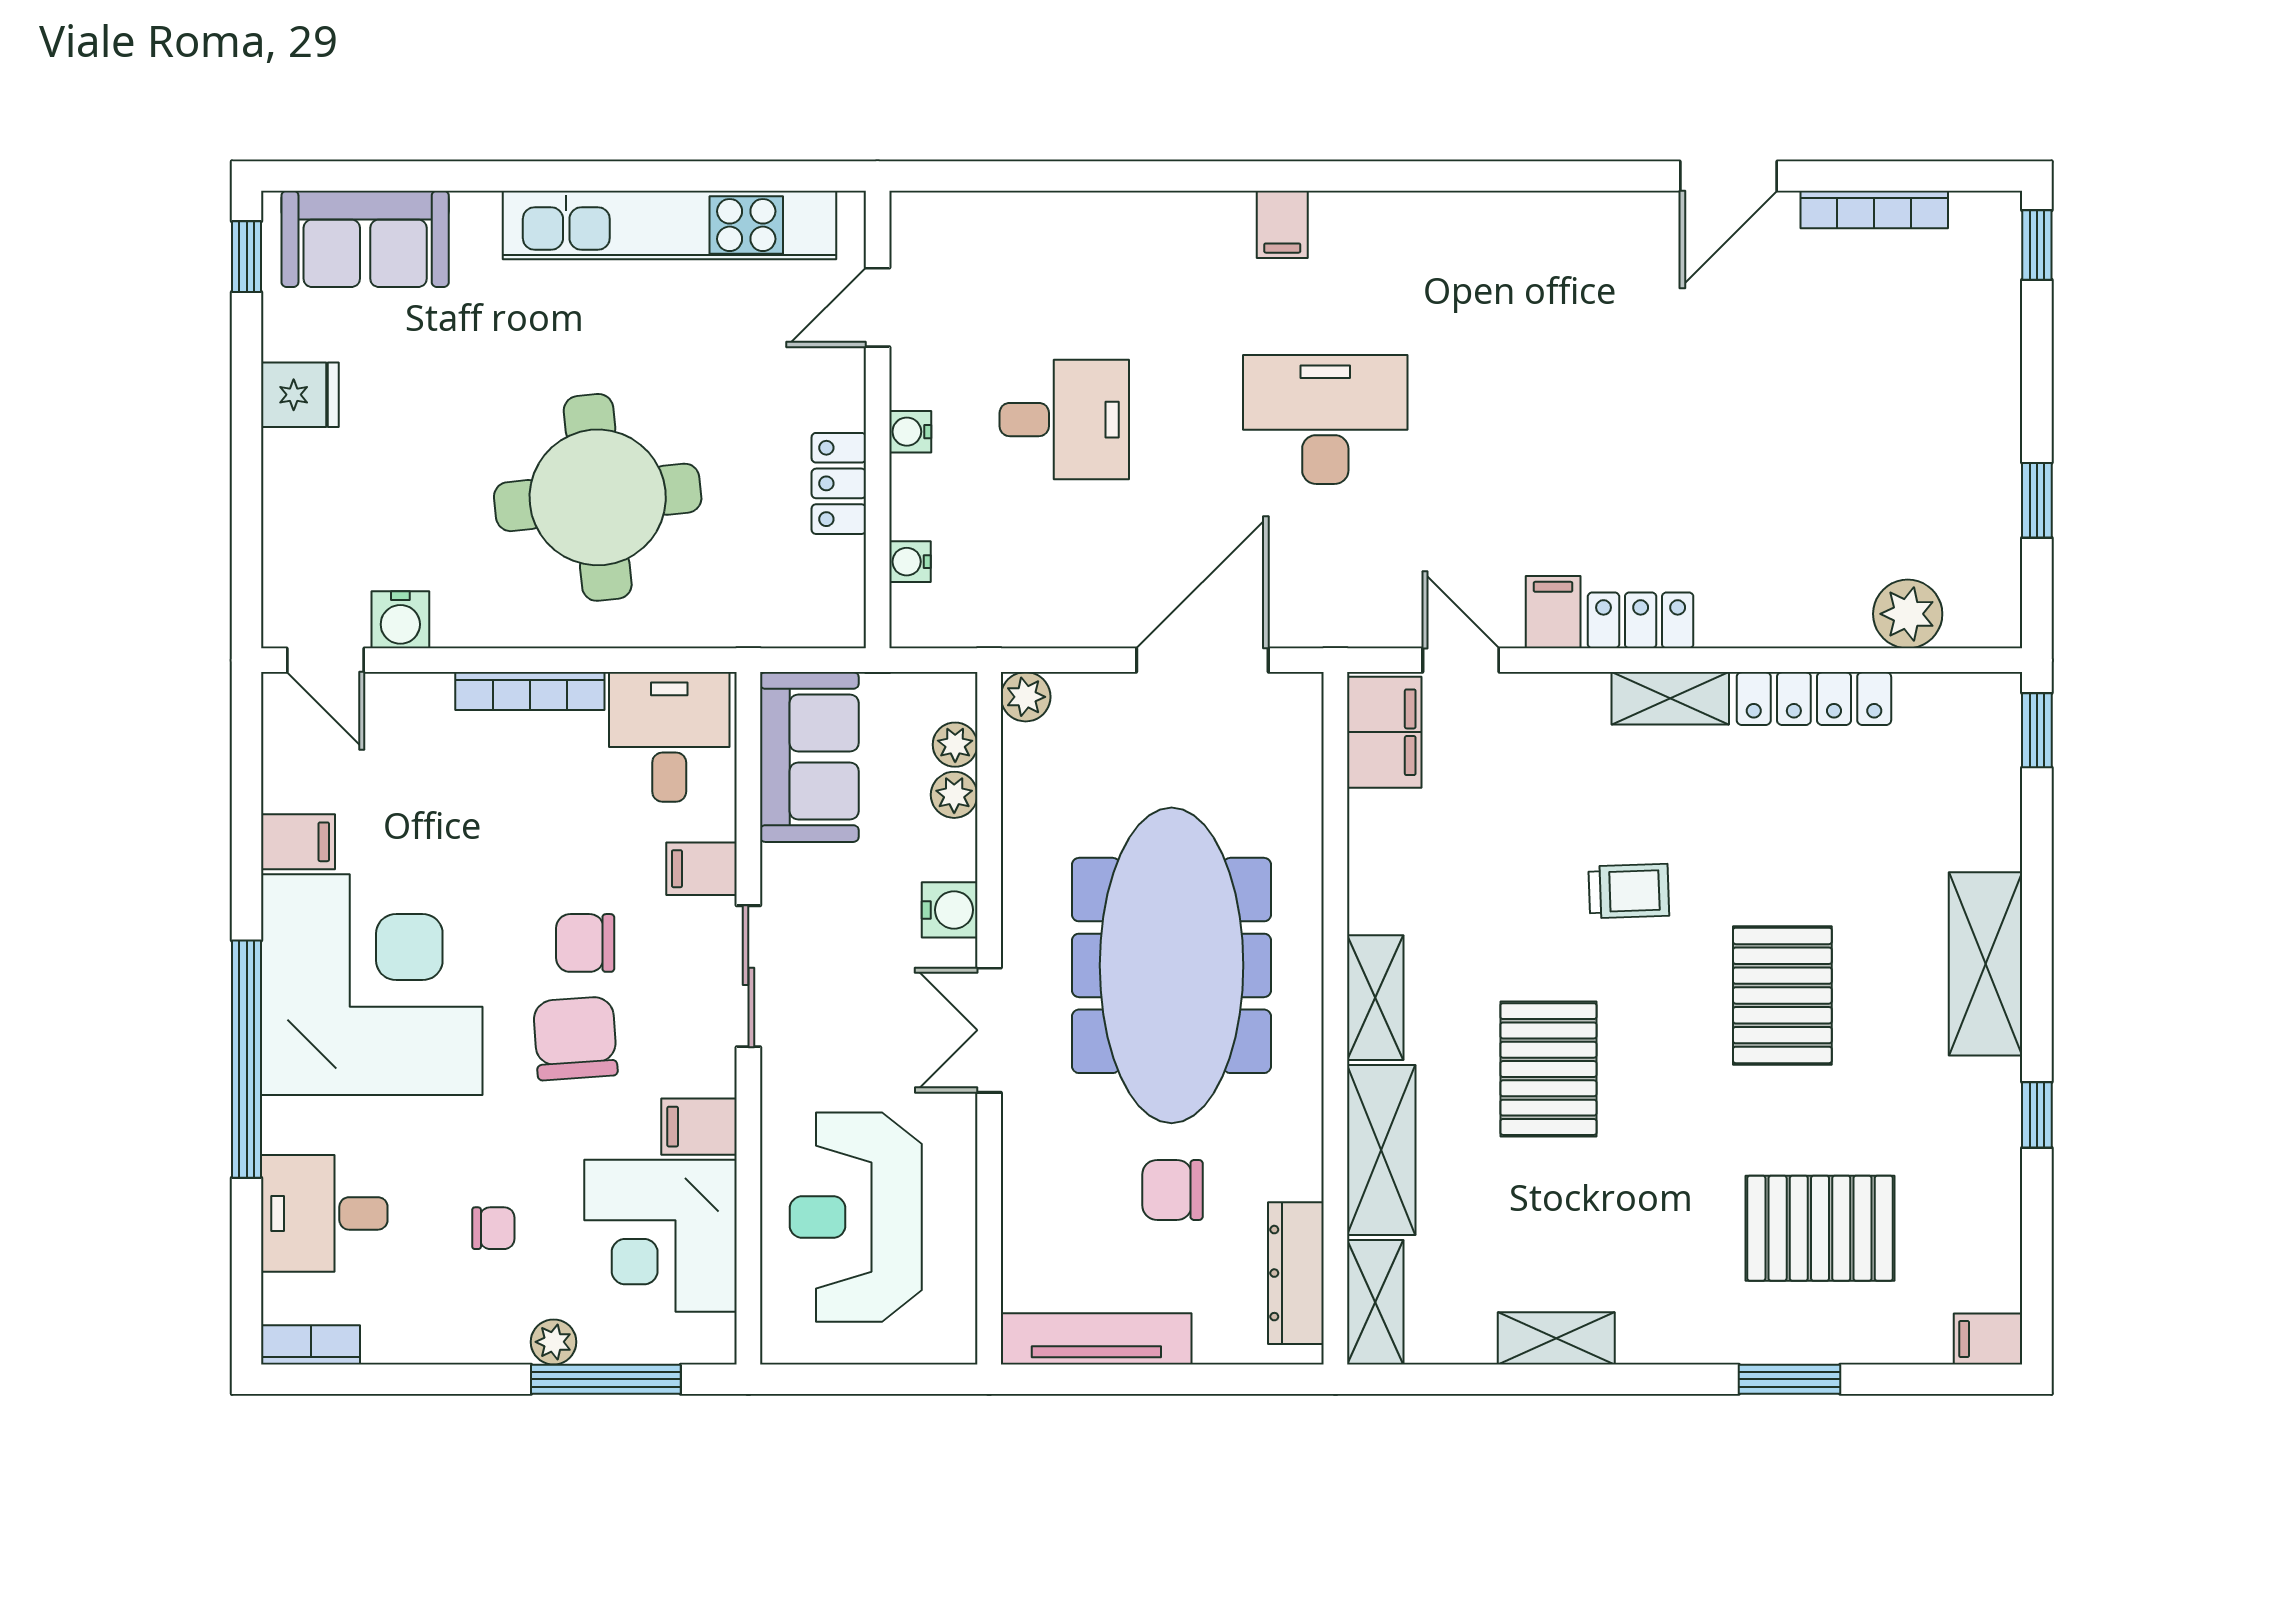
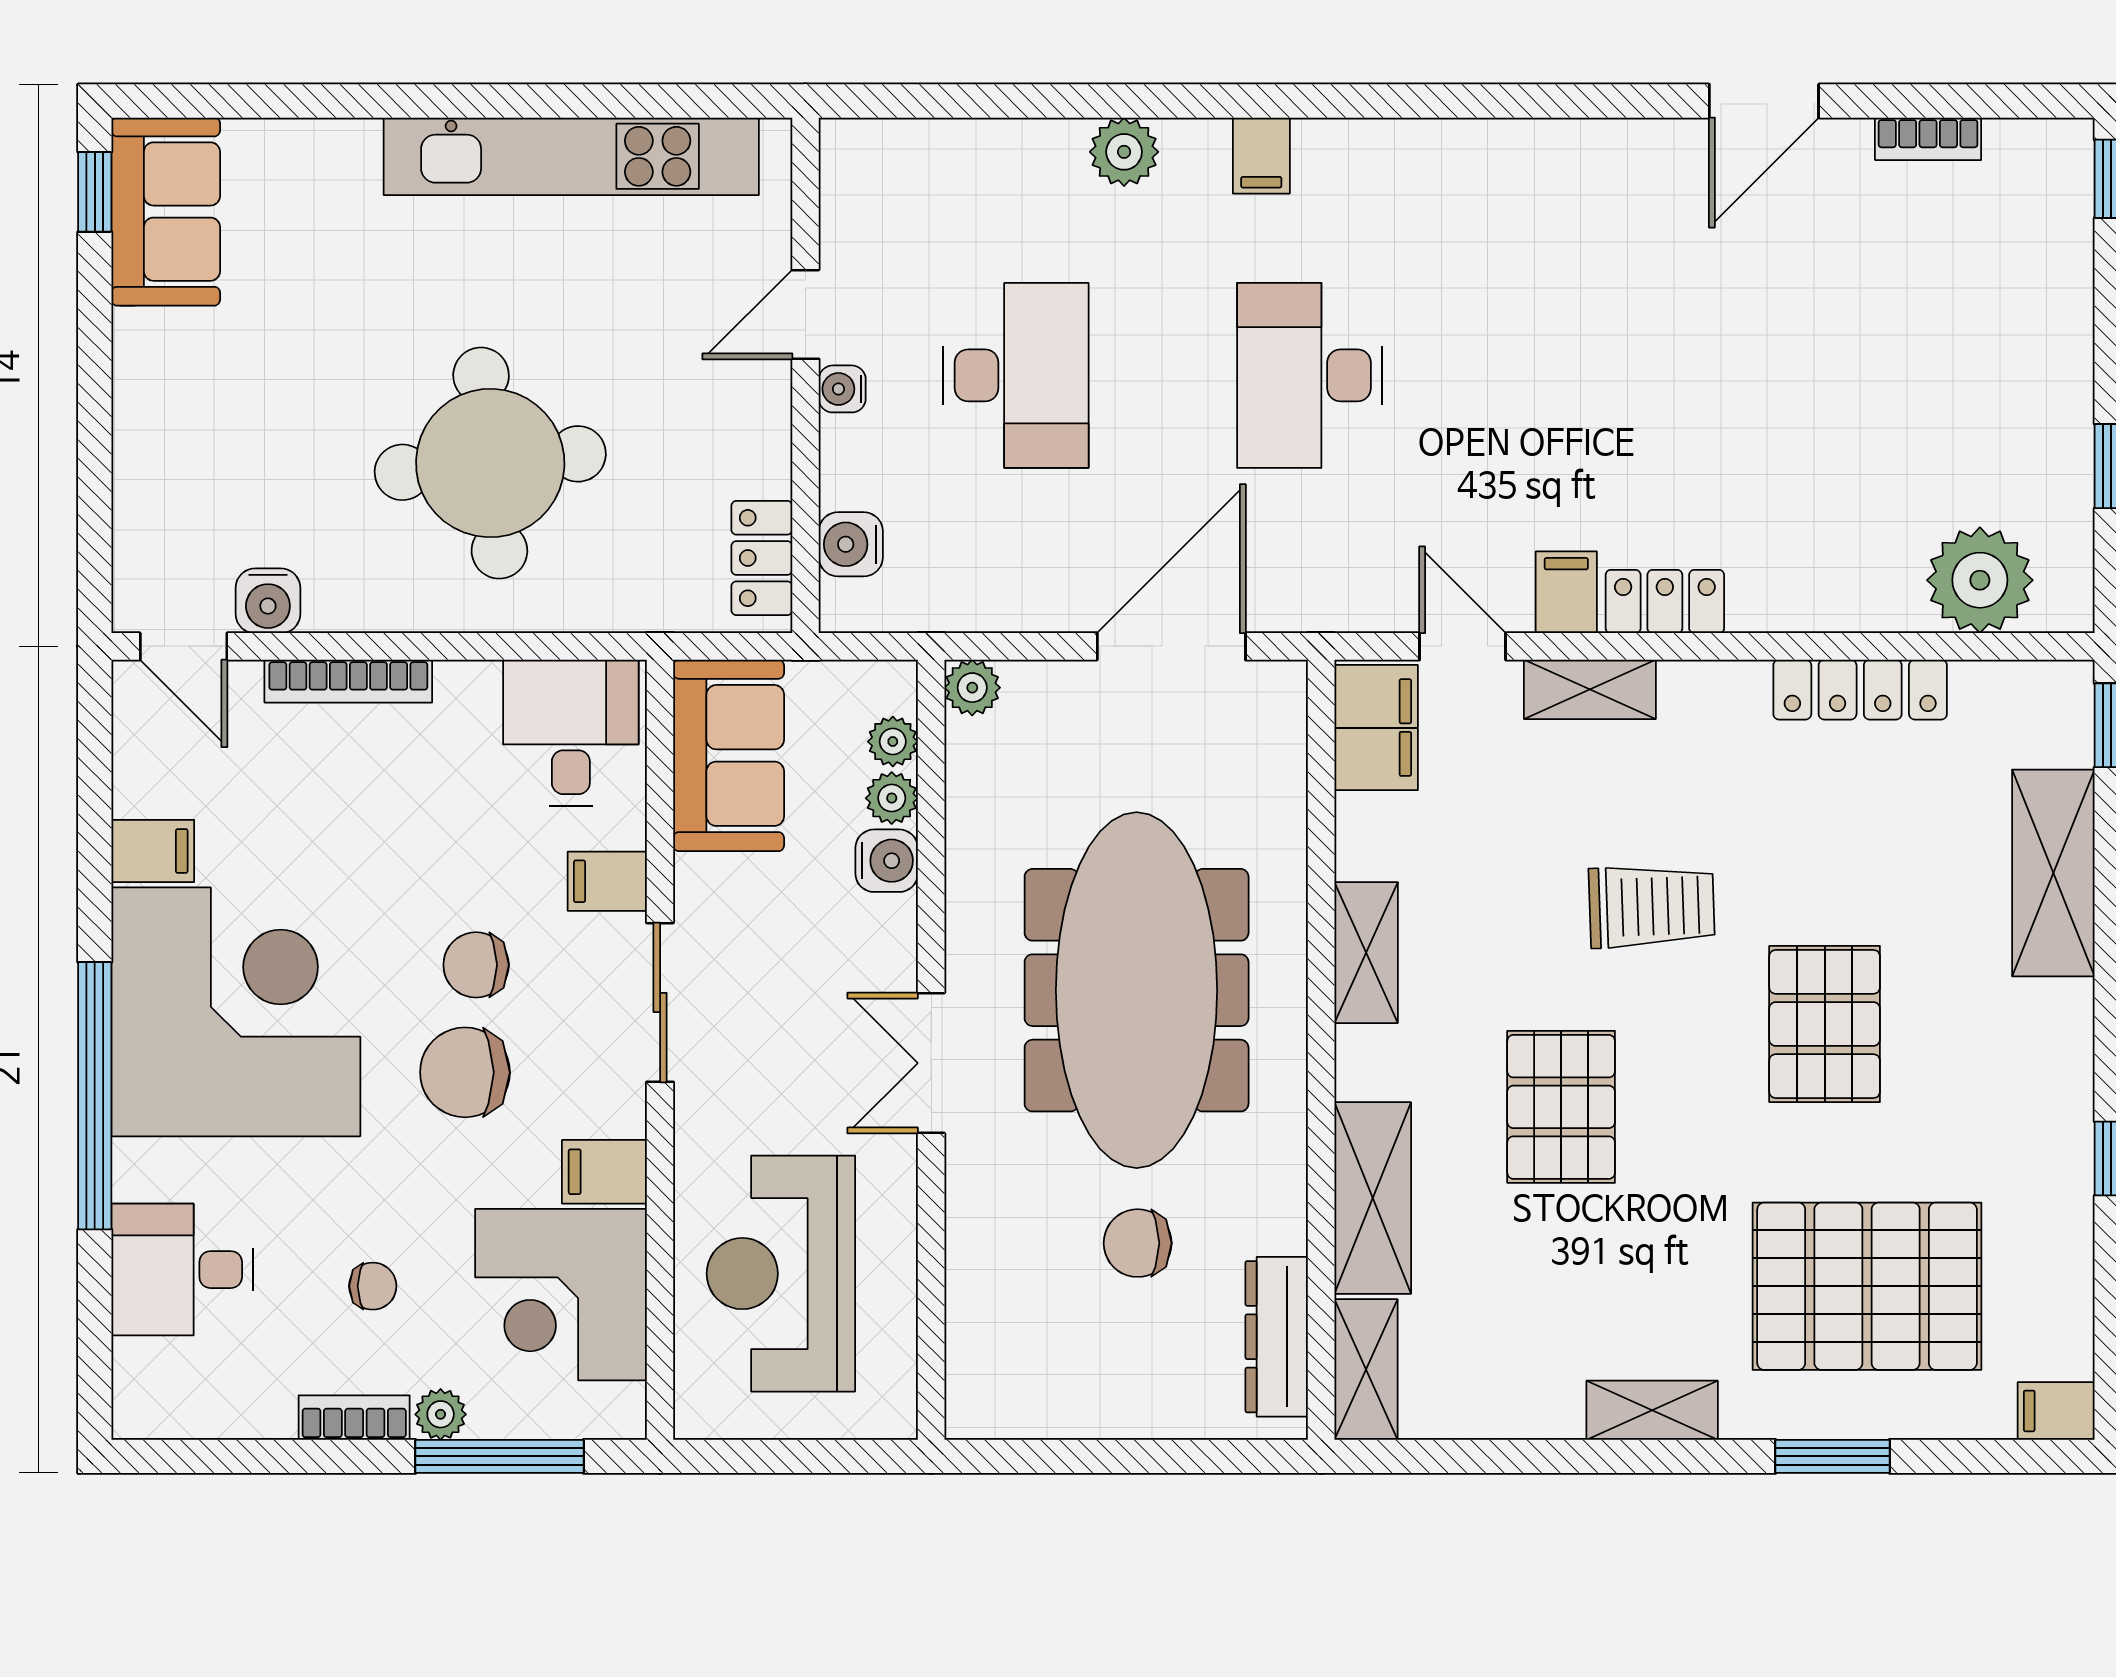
bookcase: (1874, 209) -> (1928, 139), width x0.64
plant: (1160, 221) -> (1124, 152), added
sofa: (365, 239) -> (166, 212), moved, turned -90
door: (878, 307) -> (805, 314), moved
fridge: (300, 395) -> (155, 347), removed
desk: (1064, 420) -> (1016, 375), width x1.37
desk: (1325, 420) -> (1310, 375), turned -90
locker: (839, 483) -> (762, 558), moved
water cooler: (910, 562) -> (851, 544), width x1.38, depth x1.38
plant: (1908, 614) -> (1980, 580), width x1.36, depth x1.36
bookcase: (530, 691) -> (348, 681), moved
shelving: (1670, 698) -> (1590, 689), moved
trolley: (1629, 891) -> (1652, 906), width x1.36, depth x1.39
water cooler: (950, 910) -> (887, 861), moved
shelving: (1986, 964) -> (2053, 873), moved
shelving: (1375, 998) -> (1366, 953), moved
chair: (575, 1038) -> (465, 1072), turned -86
pallet: (1820, 1228) -> (1867, 1286), width x1.37, depth x1.41
shelving: (1556, 1338) -> (1652, 1410), moved
tv unit: (1096, 1339) -> (1052, 1411), removed
bookcase: (311, 1345) -> (354, 1418), moved

